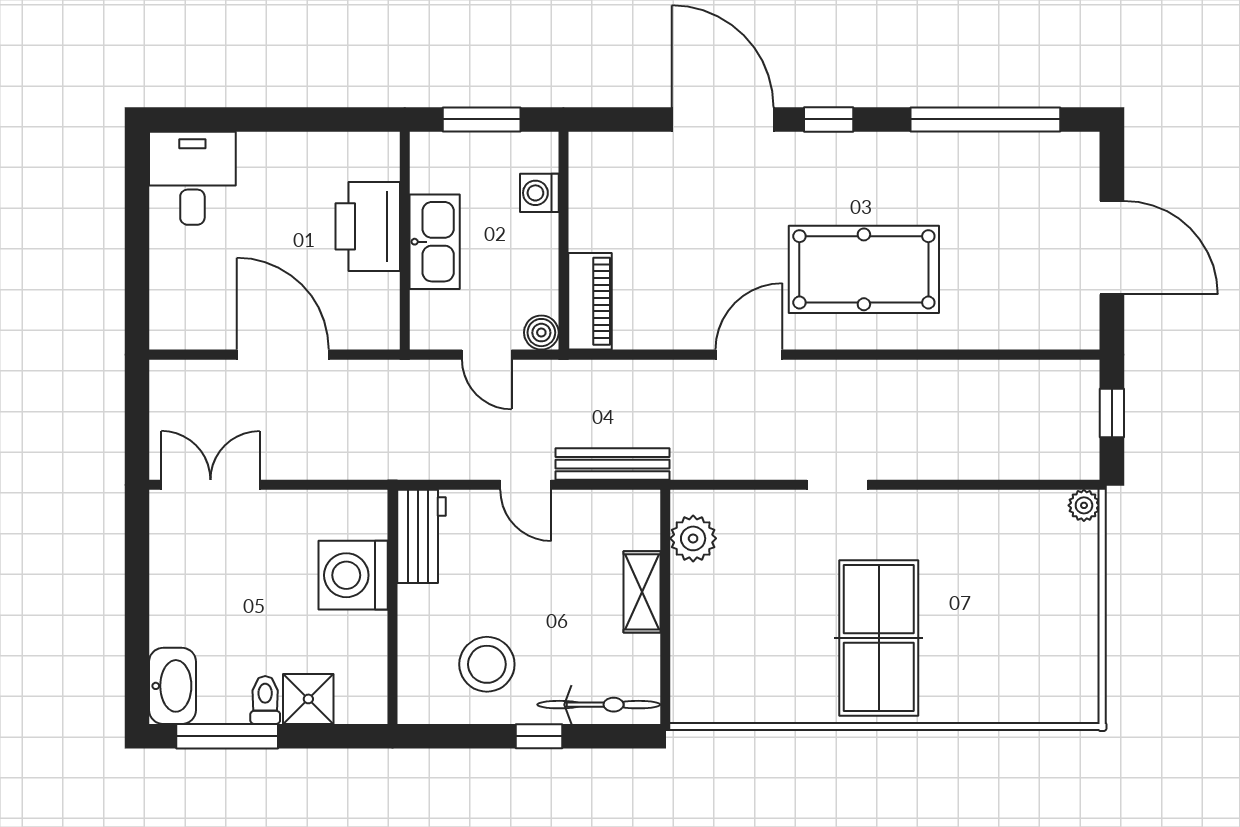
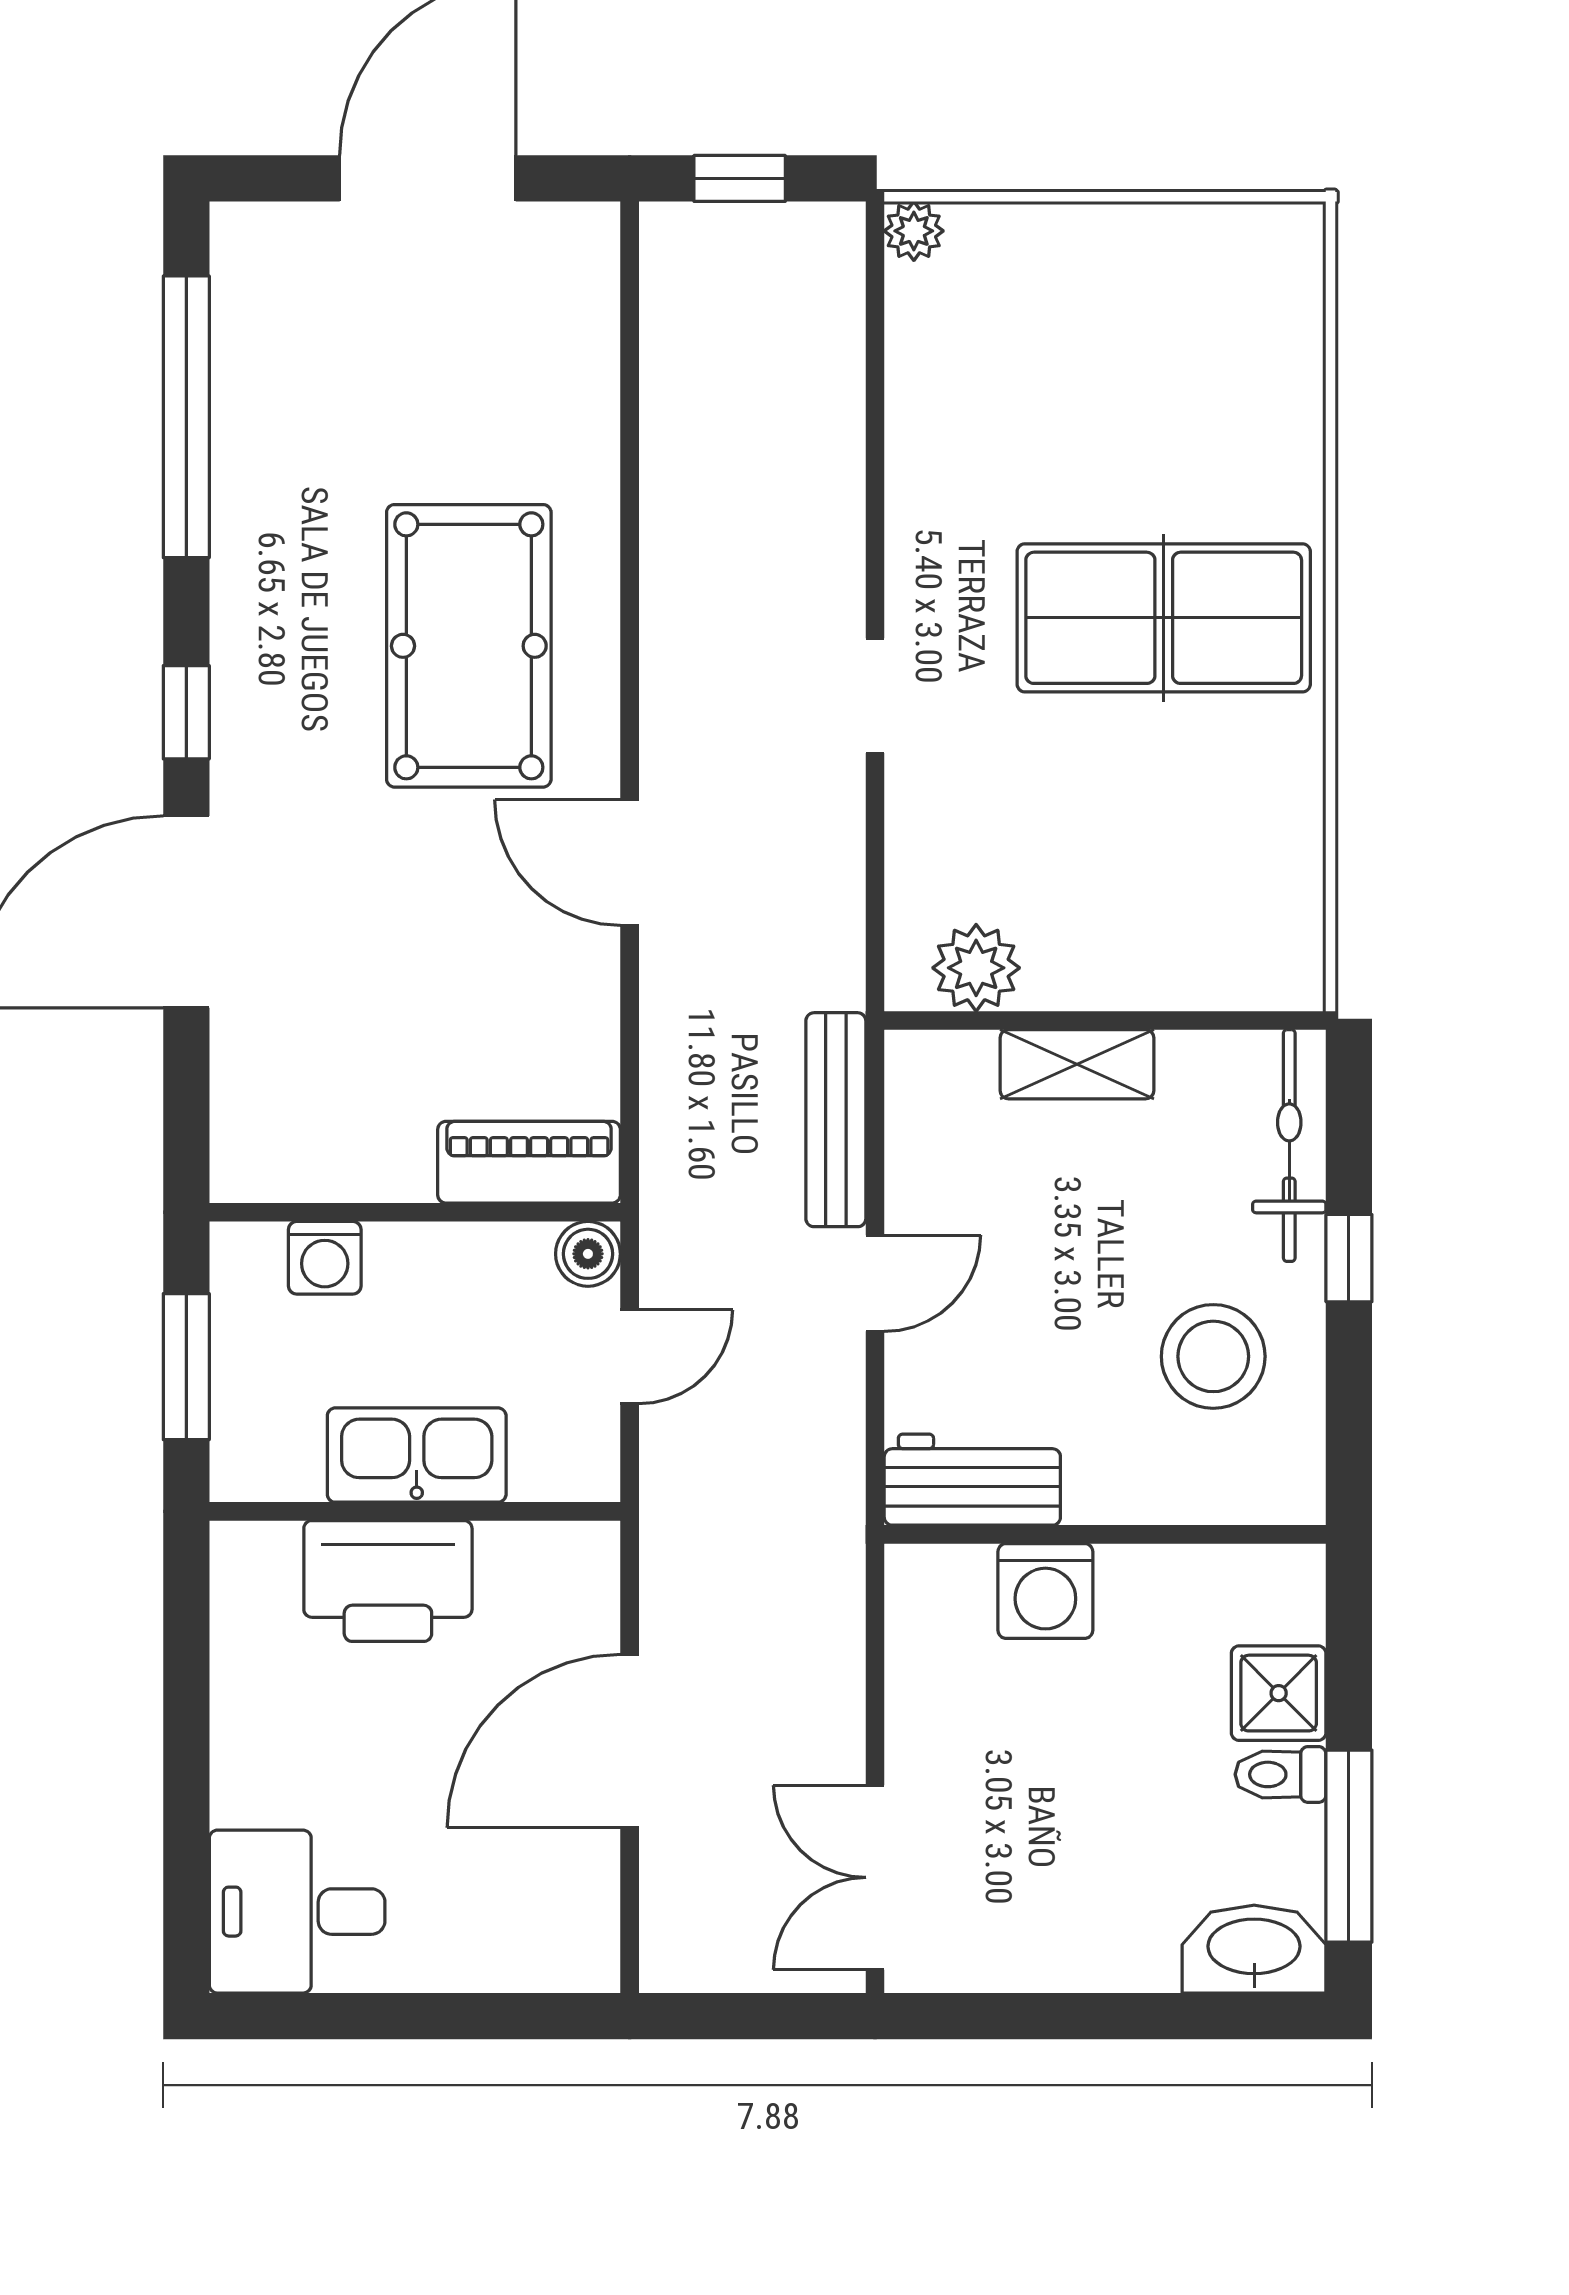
washing machine: (353, 575) -> (1045, 1591), width x0.73, depth x0.73

